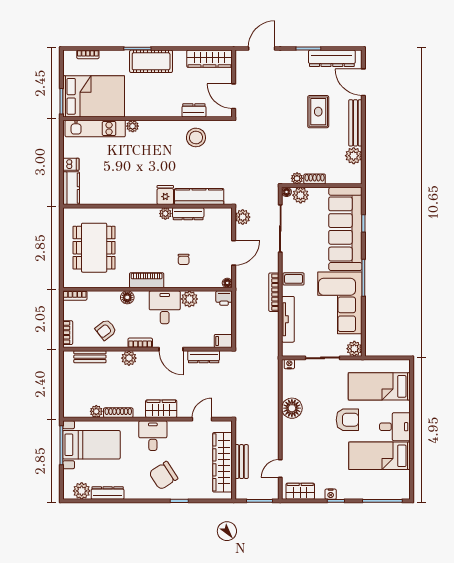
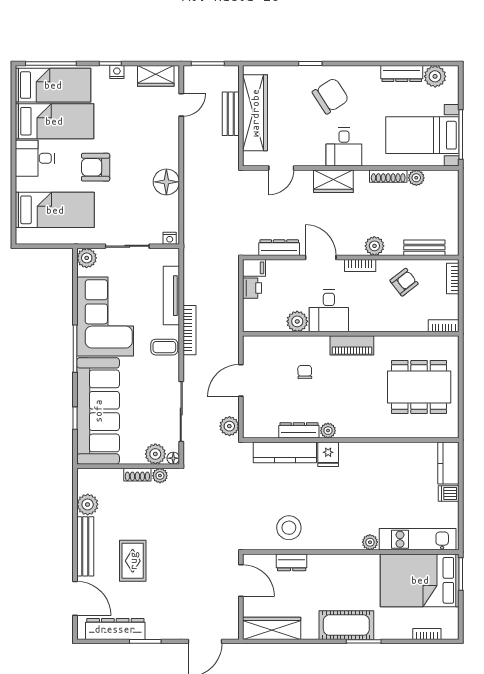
dining table: (94, 248) -> (419, 387), turned 90
floor lamp: (227, 283) -> (249, 342), removed
floor lamp: (127, 297) -> (377, 323), removed
printer: (224, 298) -> (252, 288), moved, turned 90
bed: (381, 484) -> (53, 85), added

